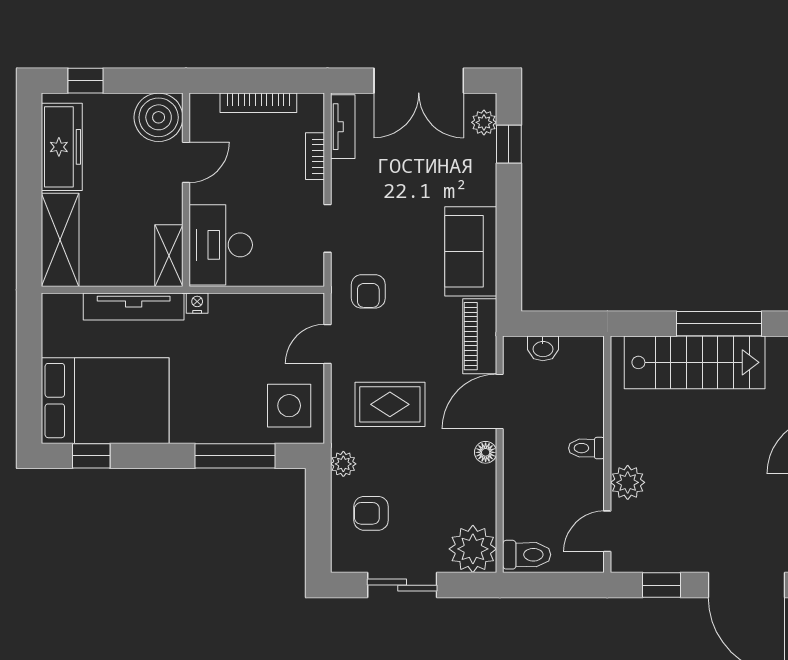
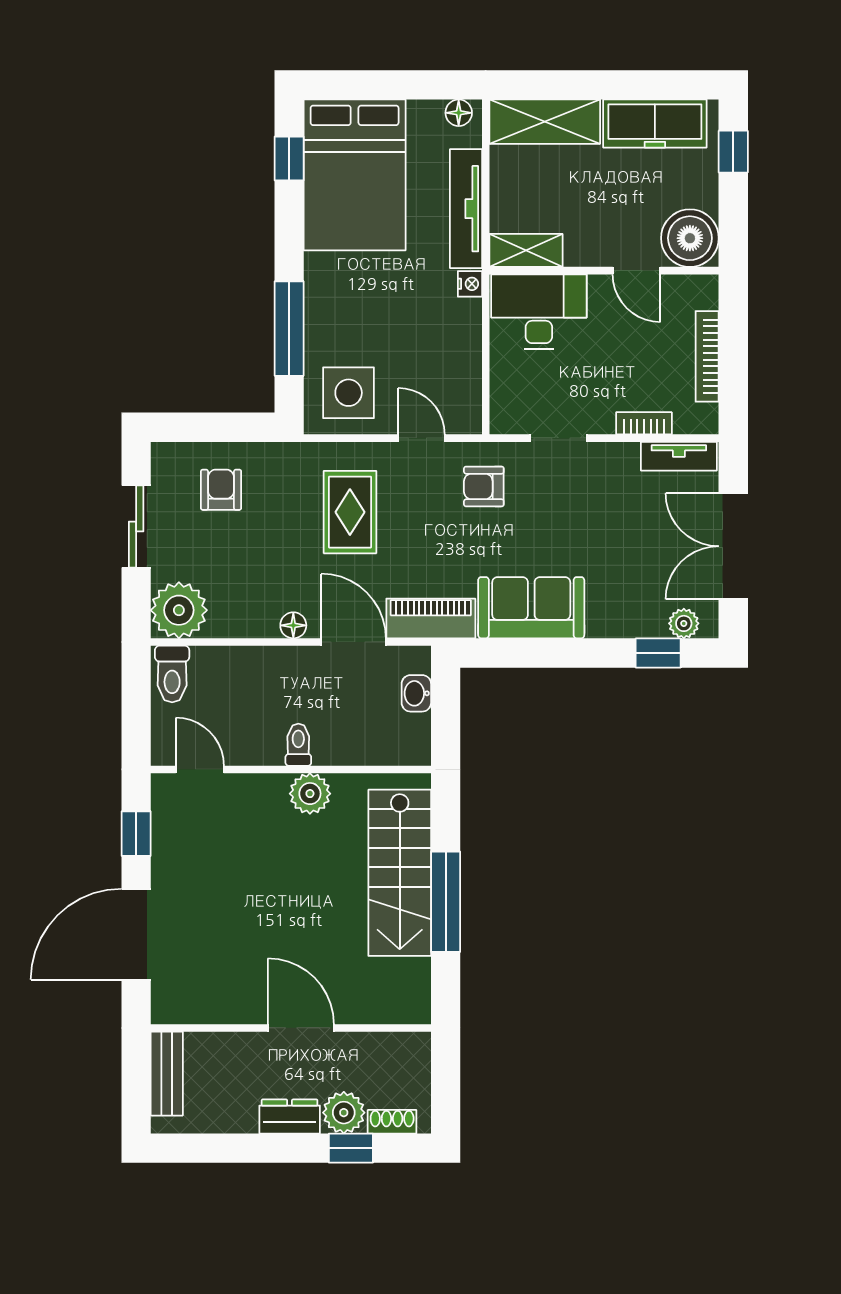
floor lamp: (53, 313) -> (459, 113), added
plant: (343, 464) -> (280, 457), removed
plant: (628, 482) -> (310, 794), moved

